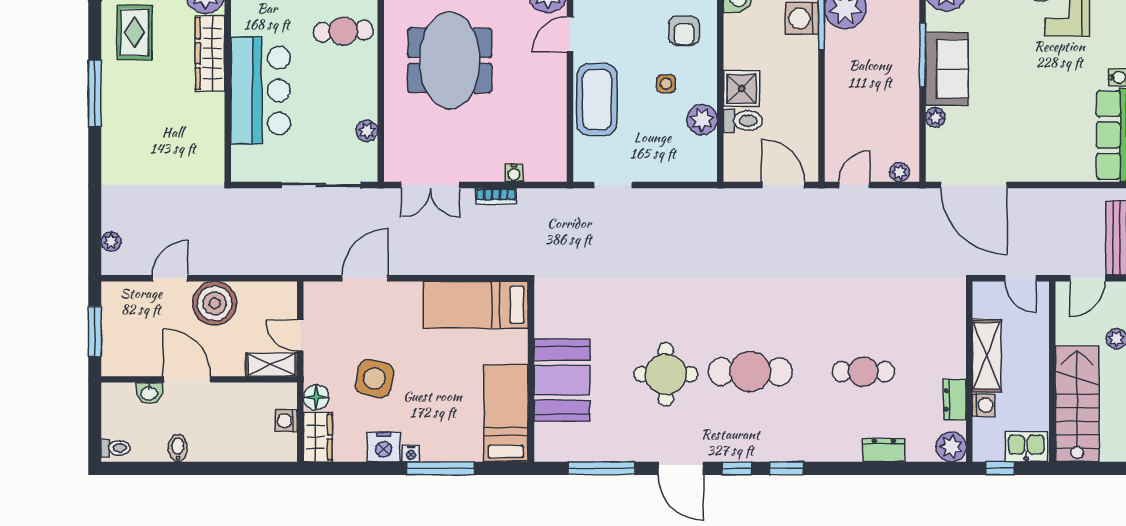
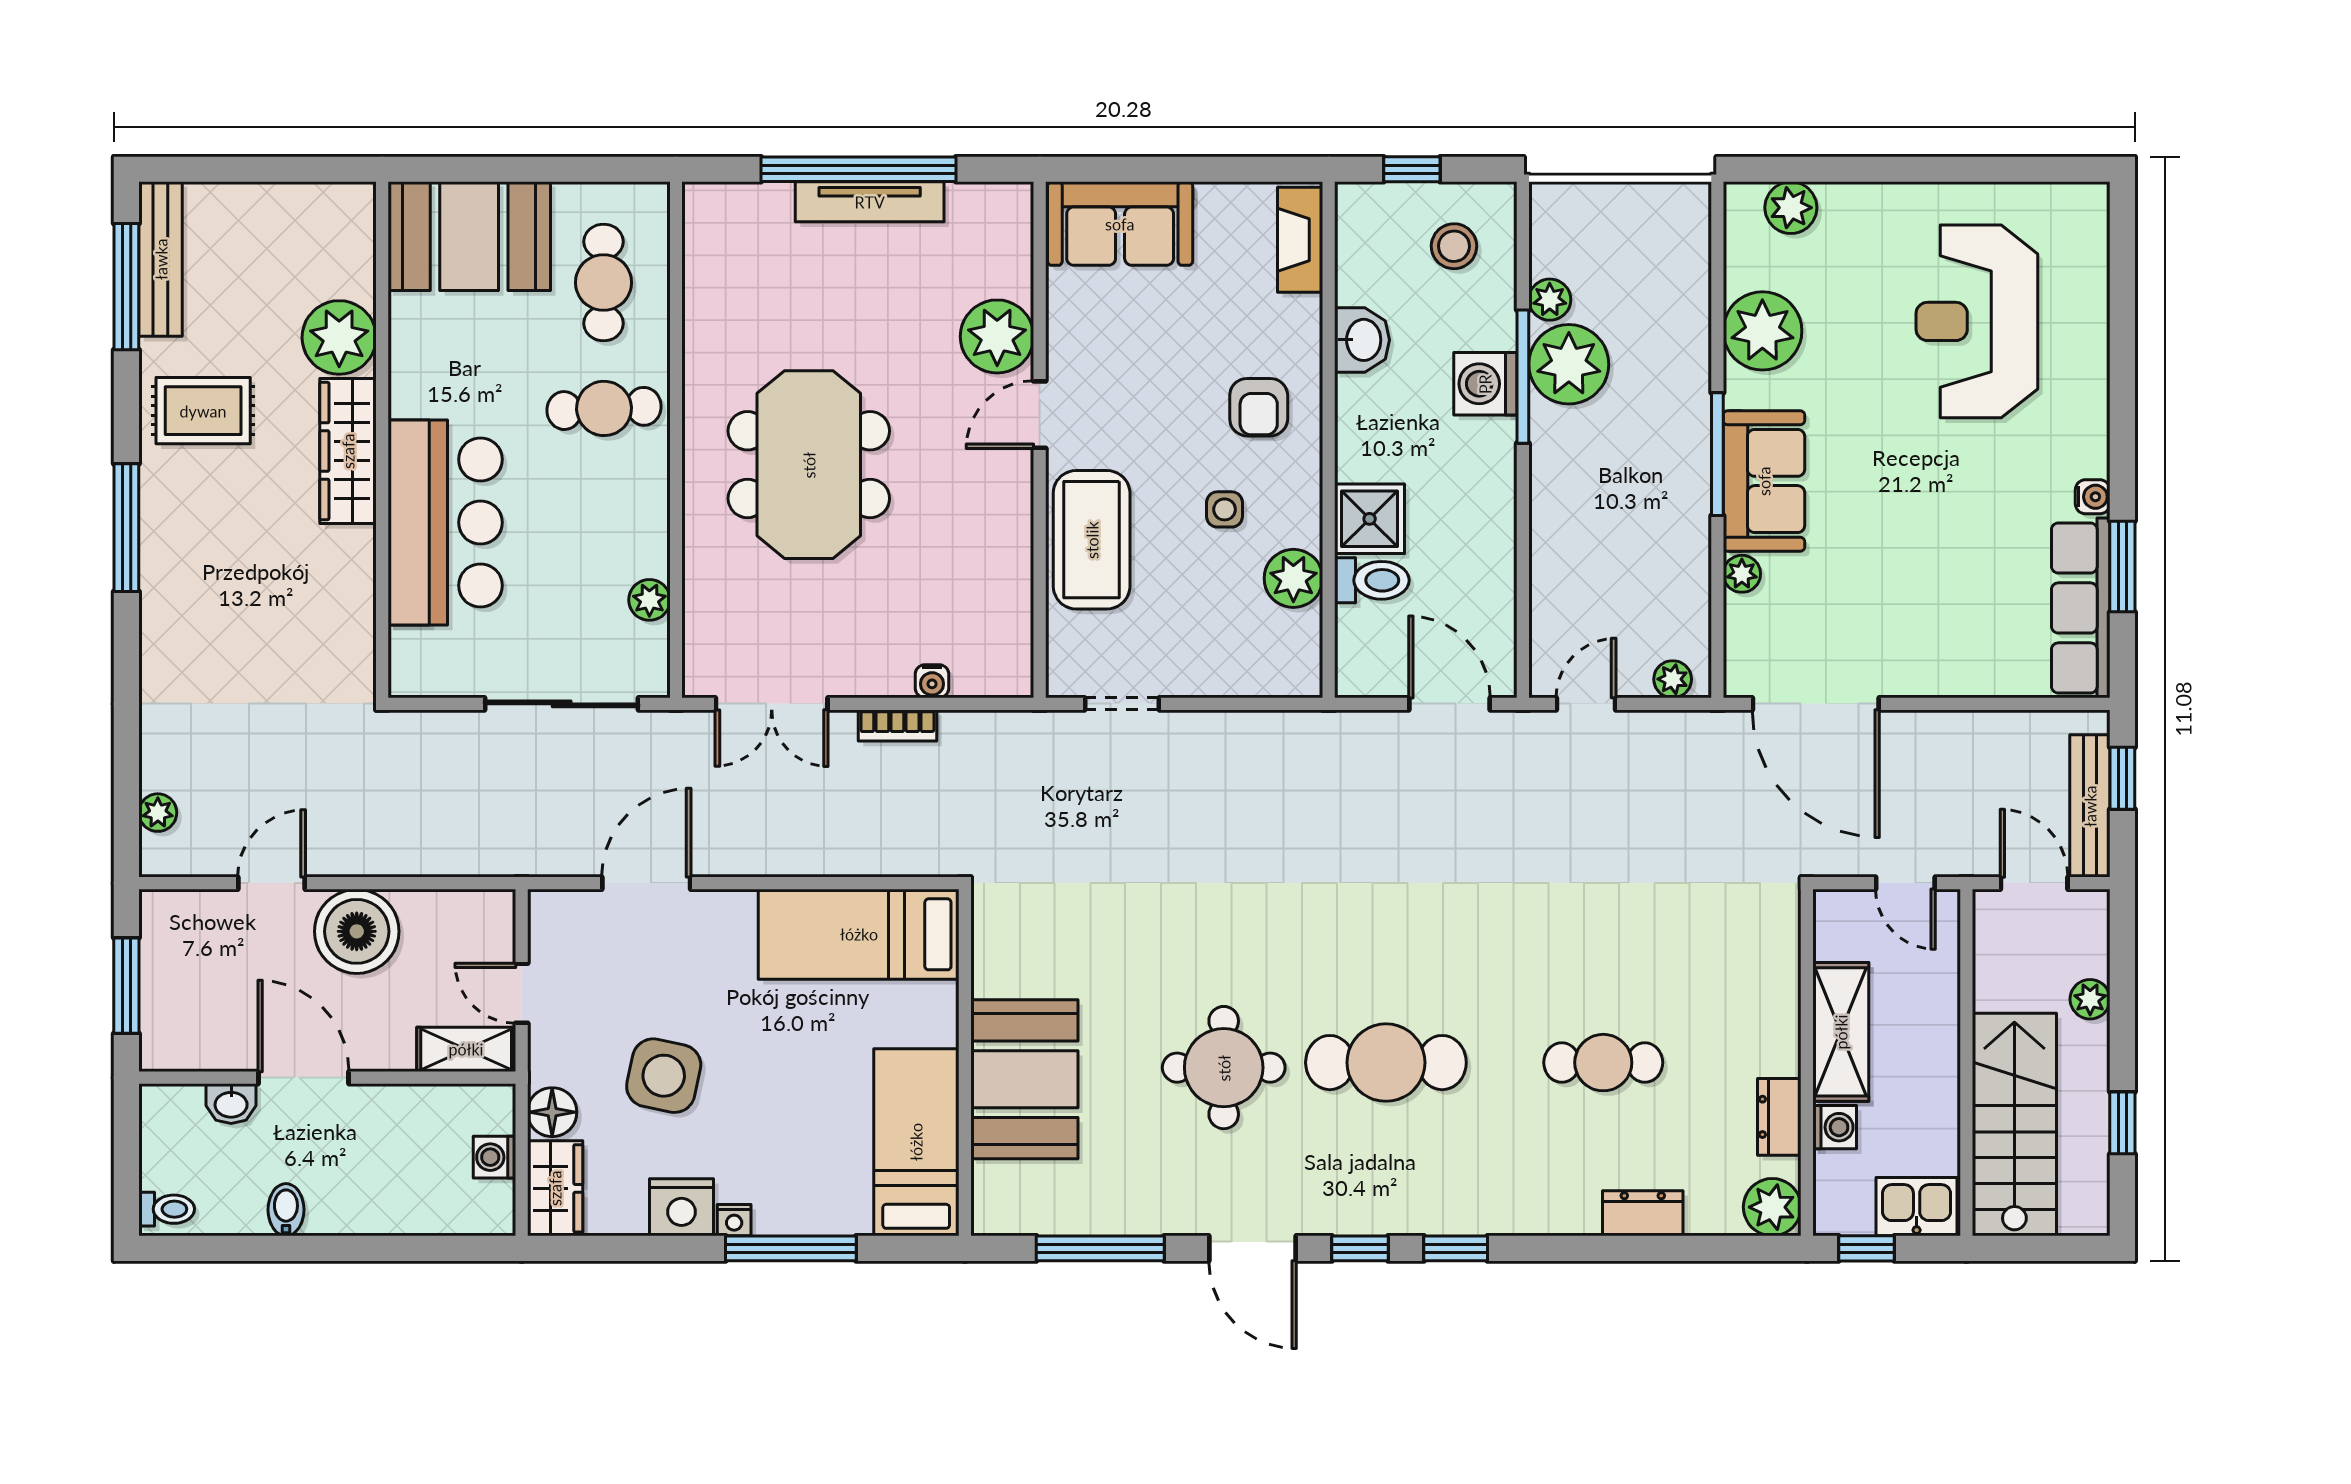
rug: (135, 32) -> (203, 411), turned 90
door: (1087, 278) -> (2034, 883), swing flipped

